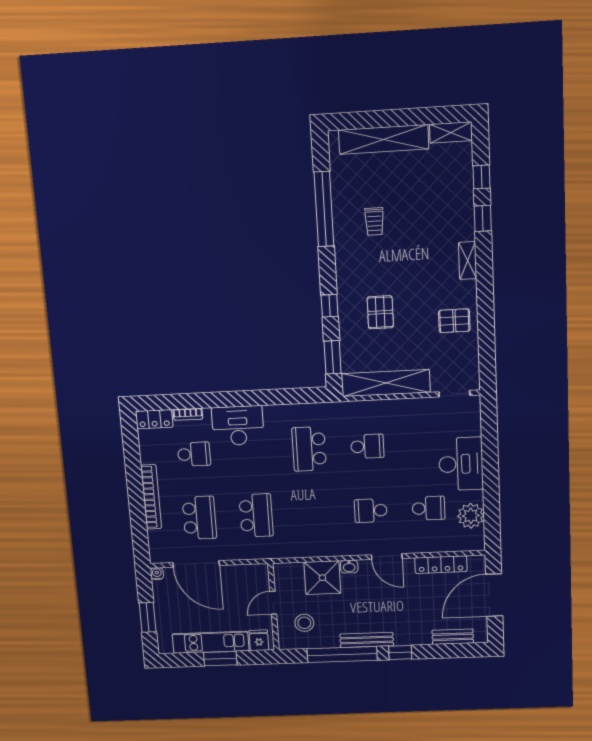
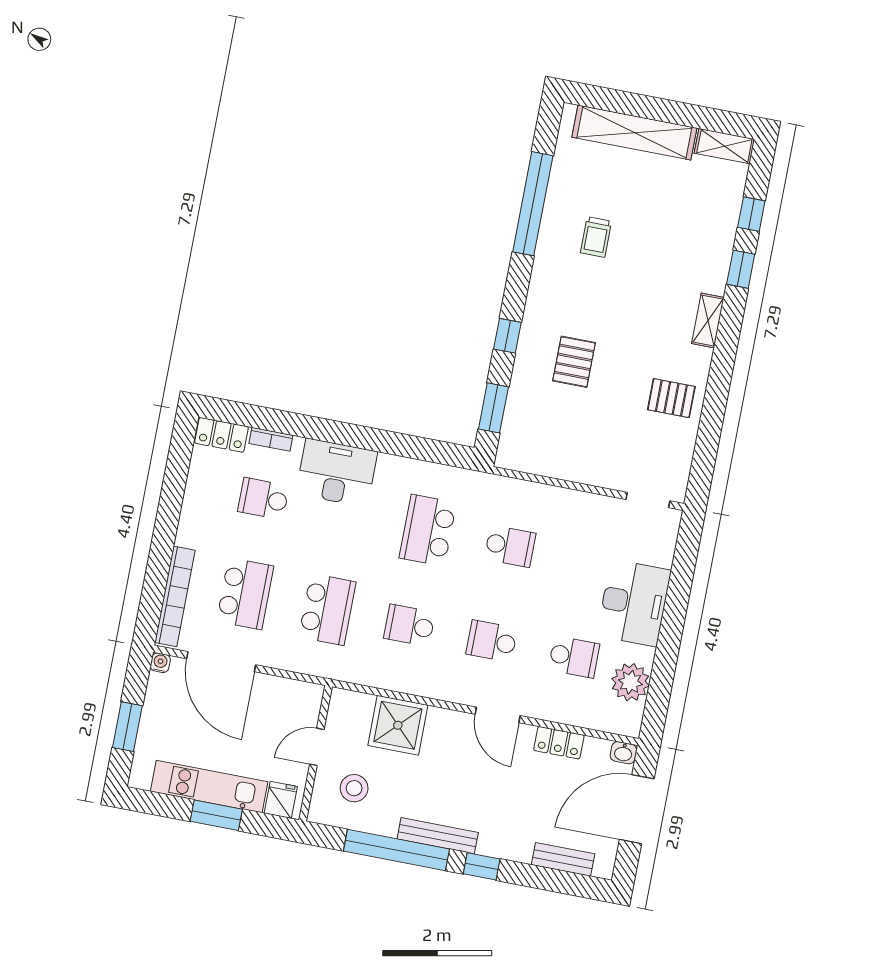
shelving: (386, 383) -> (558, 462), removed
school desk: (194, 454) -> (263, 499), turned 180
bookcase: (151, 497) -> (175, 596), moved
school desk: (313, 513) -> (410, 625), added
locker: (441, 565) -> (559, 743), width x0.66
washbasin: (349, 567) -> (623, 753), moved

